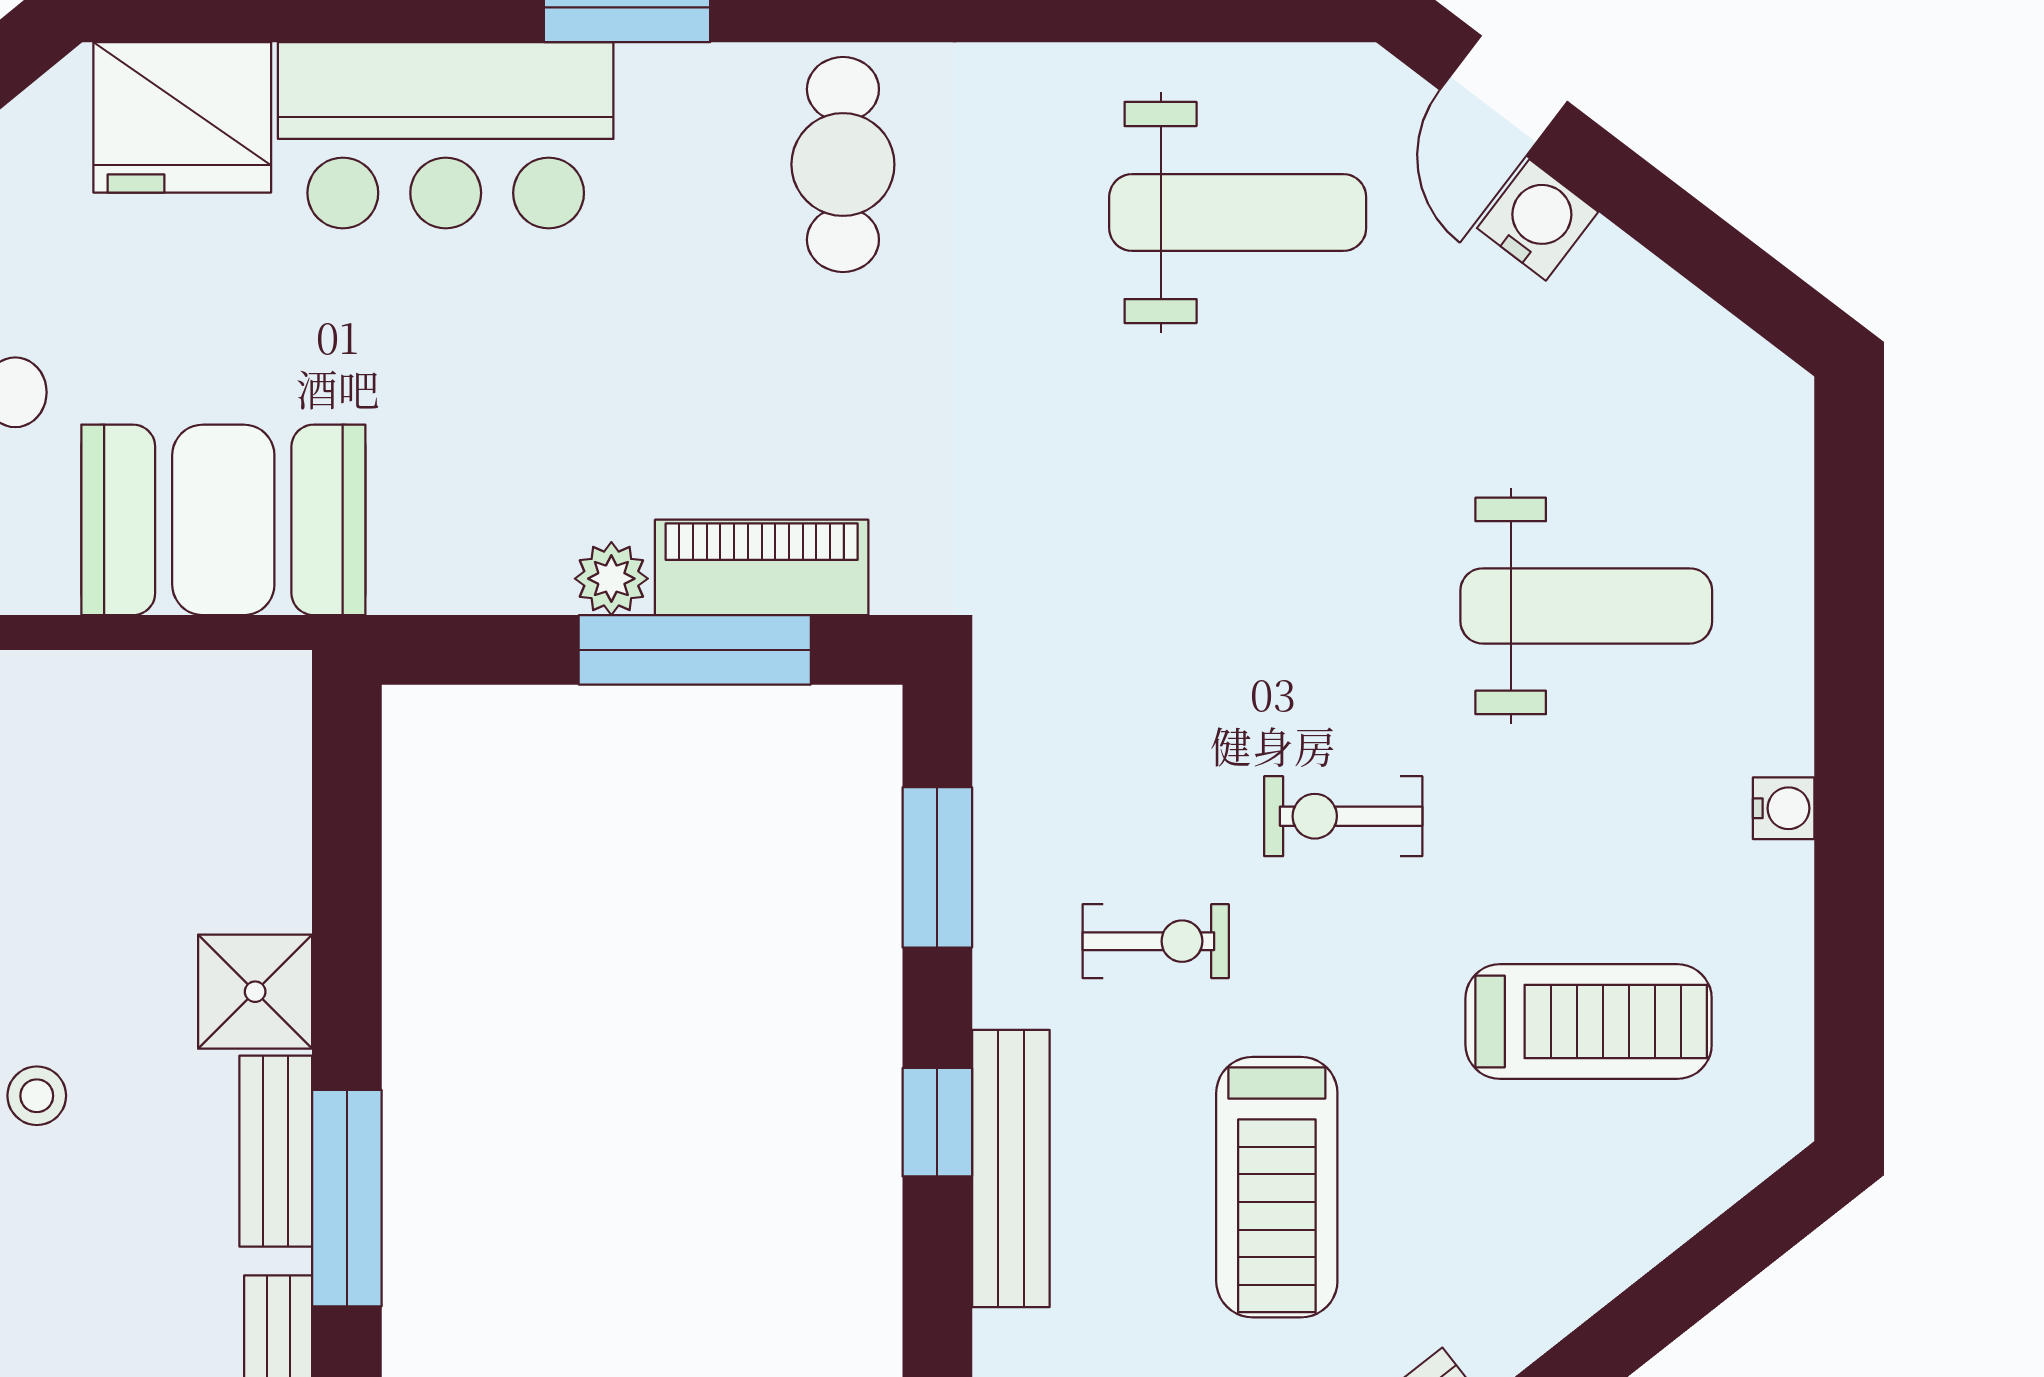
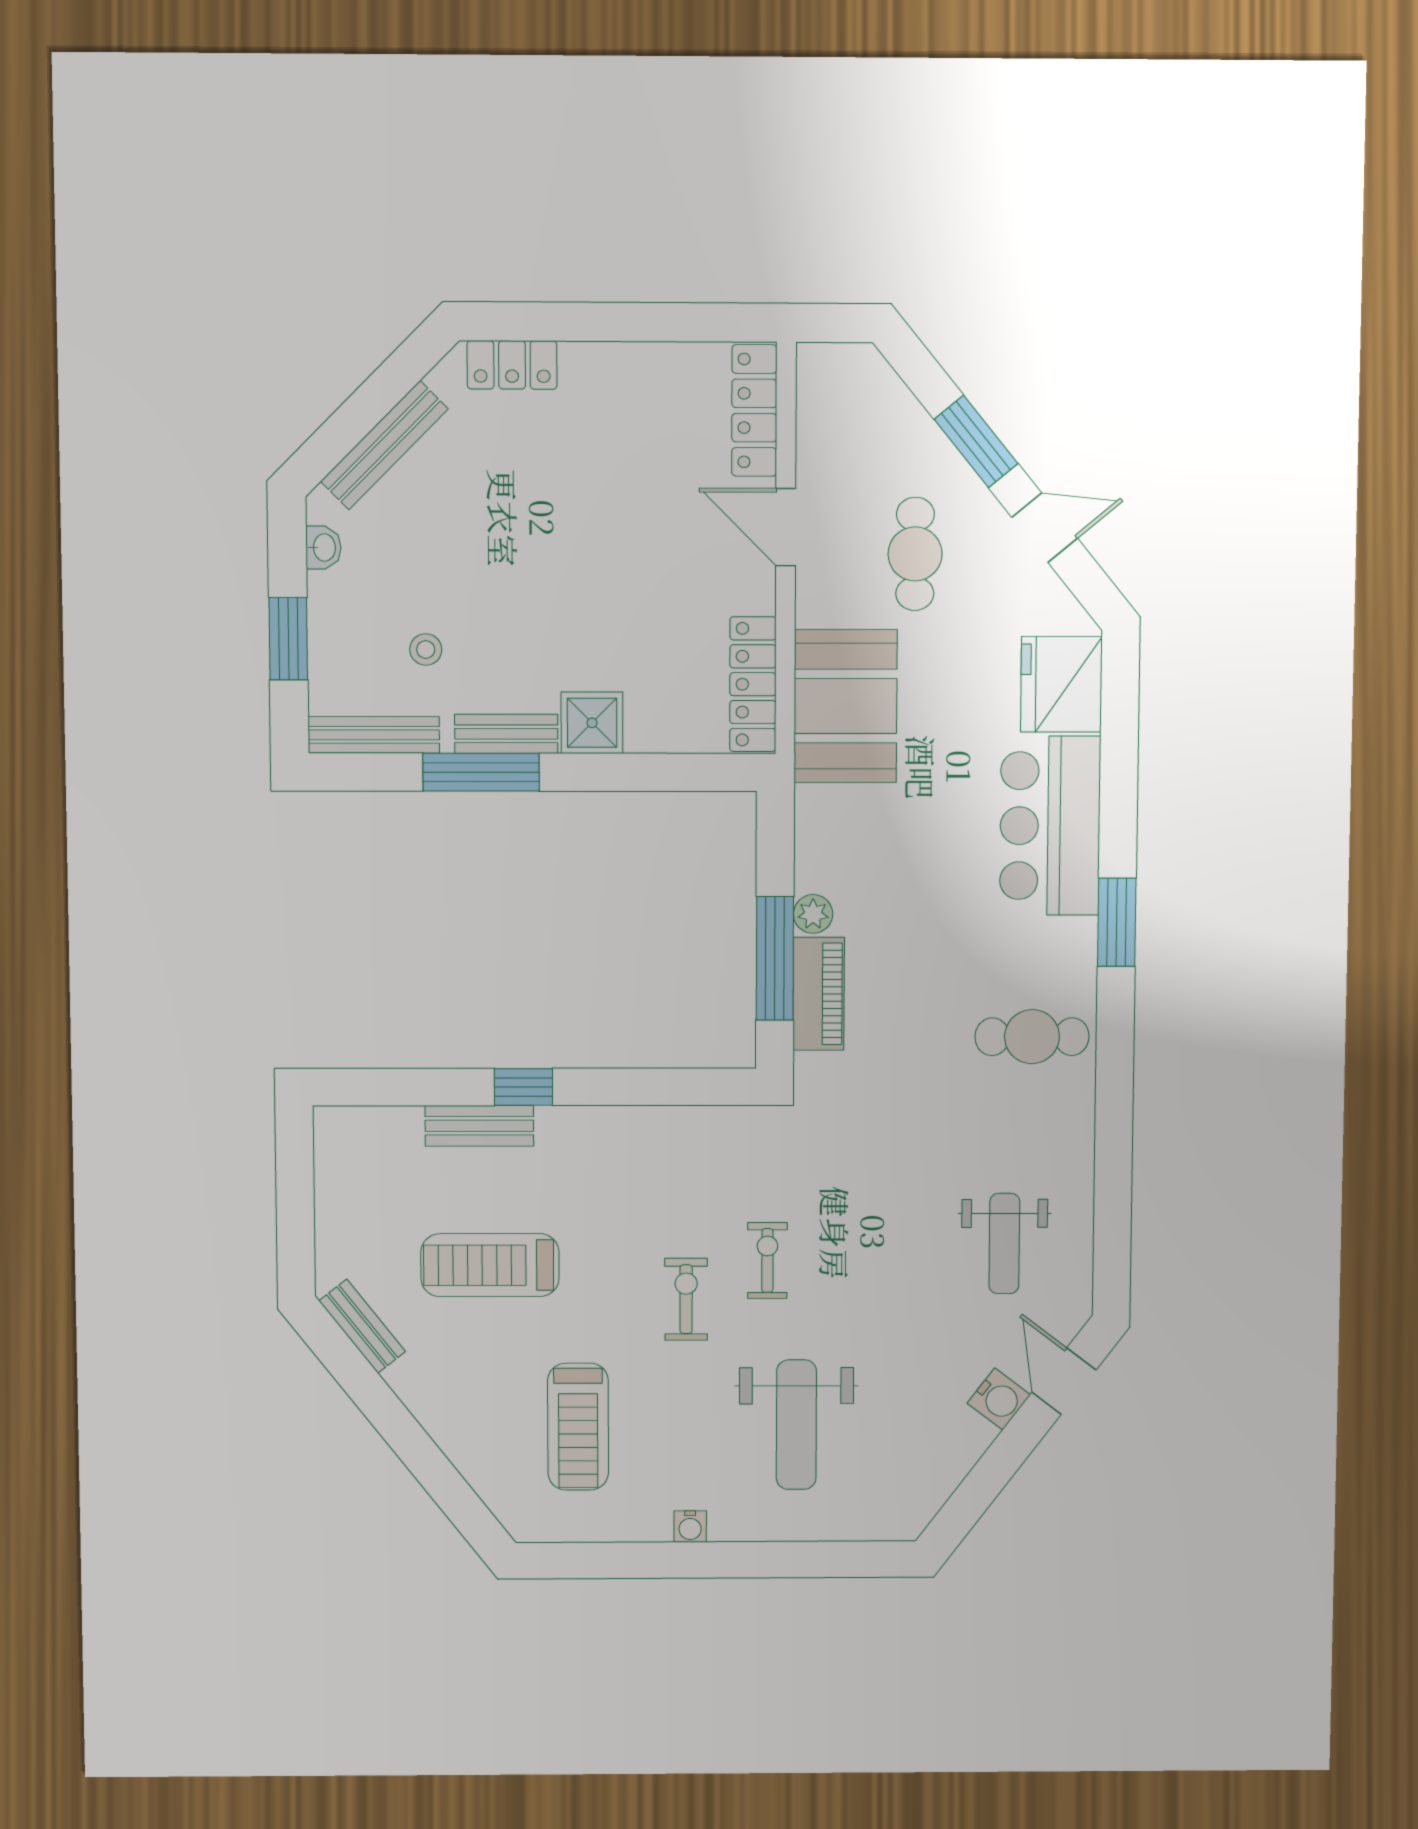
door: (1504, 96) -> (1064, 1381), hinge flipped
weight bench: (1238, 213) -> (1004, 1244), width x0.73, depth x0.75
locker: (183, 693) -> (753, 684), added
window: (937, 867) -> (659, 1087), removed
exercise bike: (1156, 941) -> (767, 1260), moved, turned 180
stool: (37, 1096) -> (426, 650), moved
bench: (1011, 1168) -> (479, 1126), width x0.73

